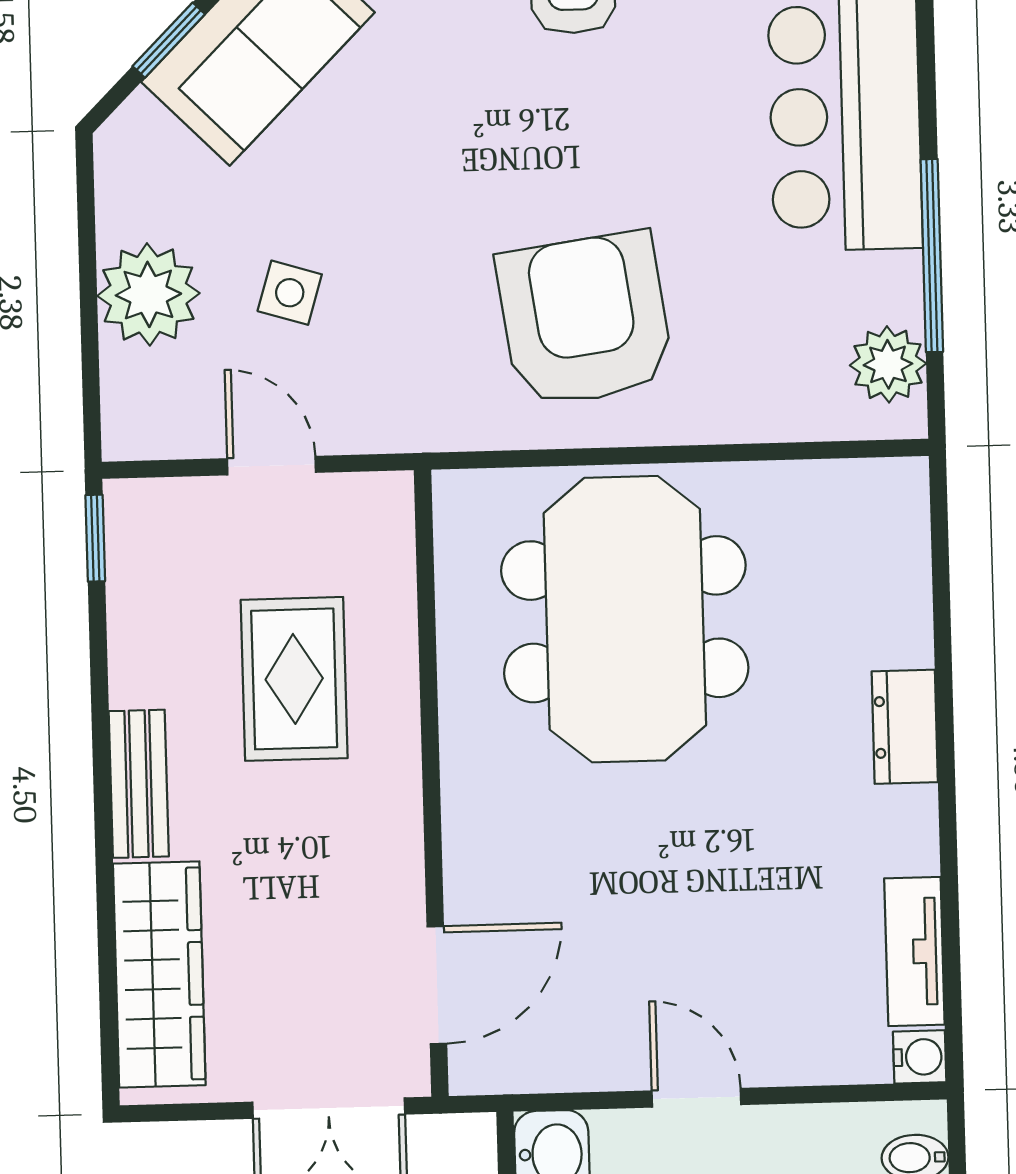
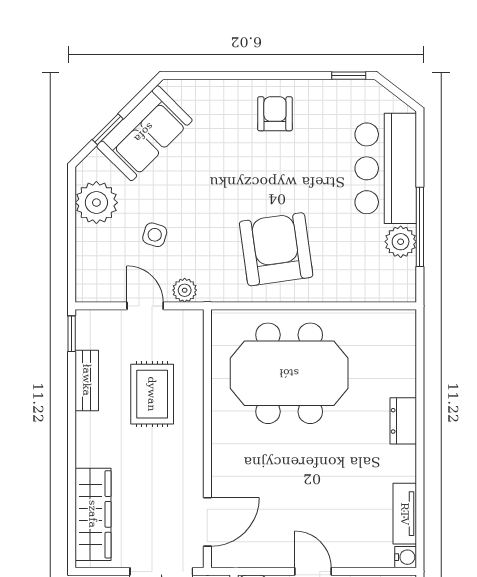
plant: (148, 294) -> (96, 203), moved
plant: (888, 364) -> (401, 242), moved
plant: (366, 425) -> (185, 290), added
meeting table: (625, 619) -> (289, 373), turned 90
bench: (139, 784) -> (87, 380), moved

